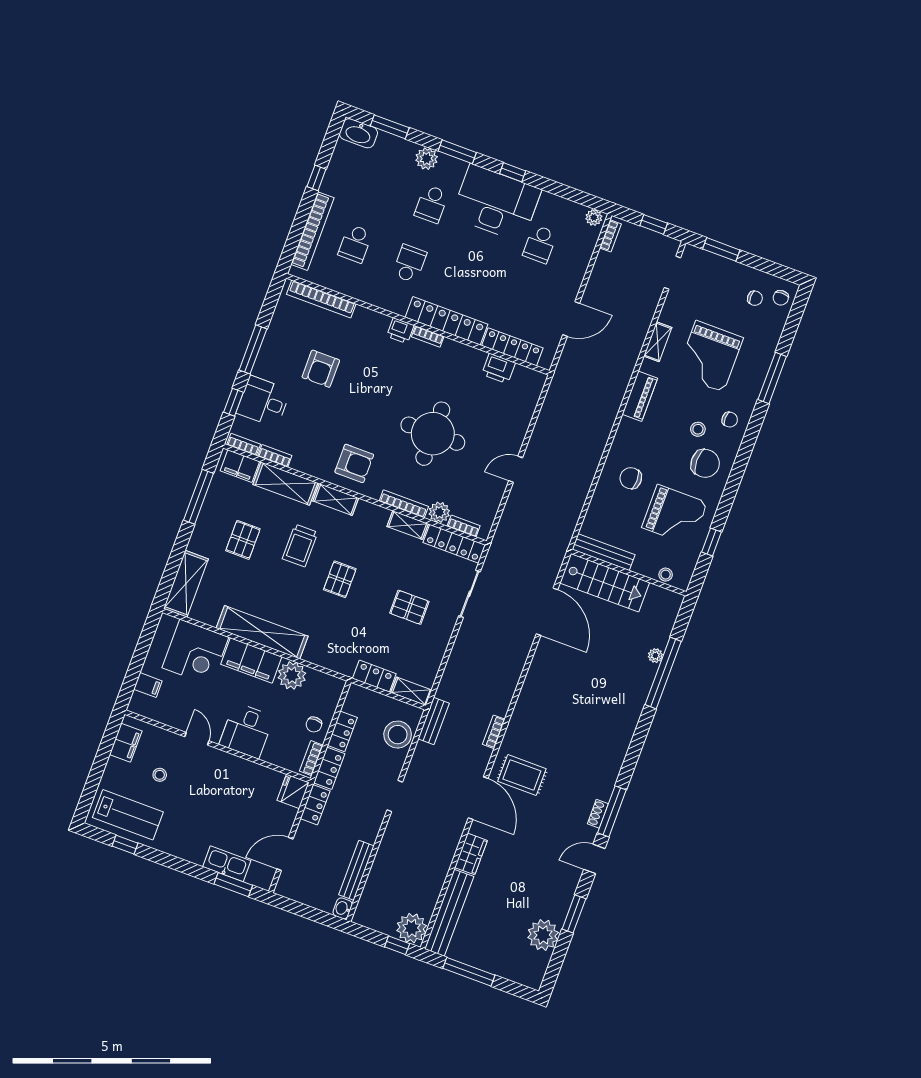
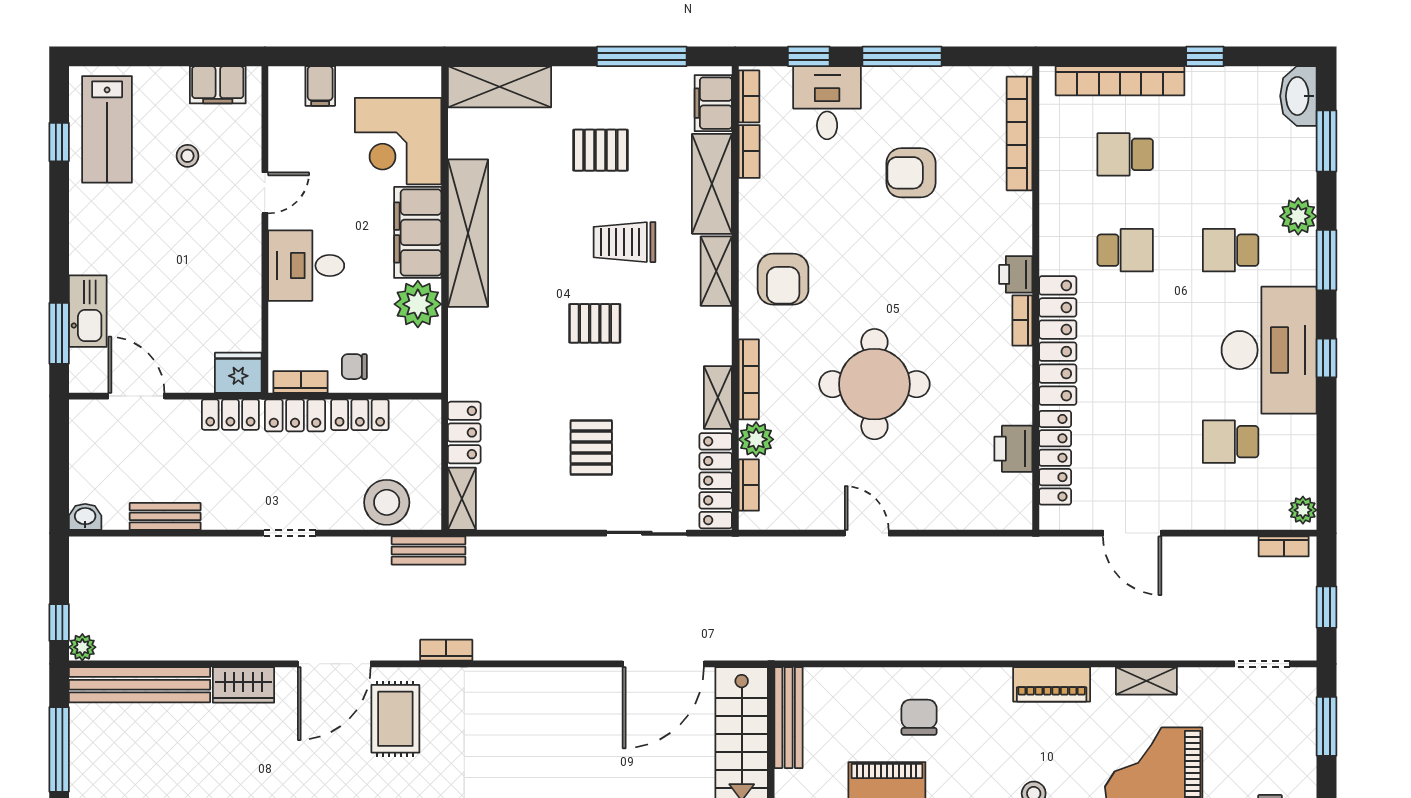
bench: (356, 870) -> (165, 516), width x0.73
plant: (412, 928) -> (82, 647), width x0.53, depth x0.53

